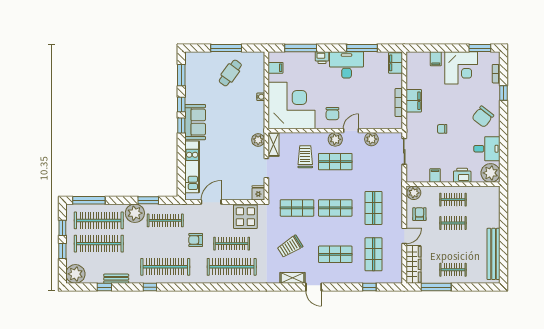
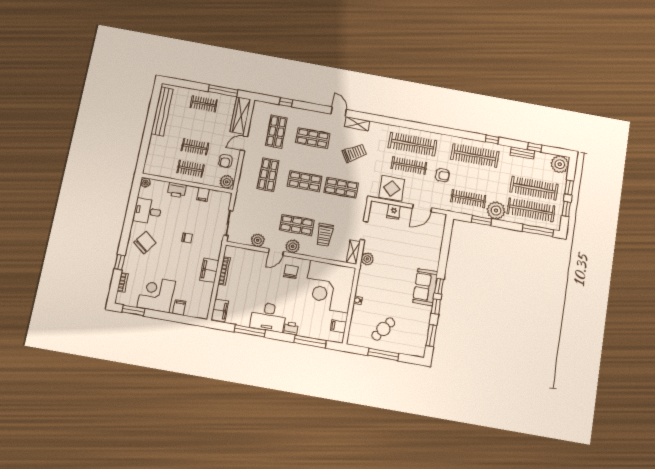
kitchen unit: (192, 167) -> (435, 245), removed
plant: (491, 173) -> (145, 183), width x0.53, depth x0.53
fridge: (258, 193) -> (394, 212), moved

